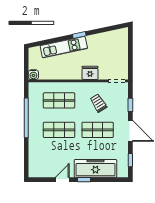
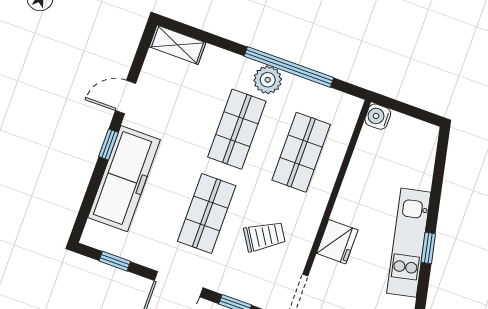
kitchen unit: (64, 47) -> (409, 243), moved
plant: (35, 125) -> (268, 80), added
shelving: (33, 166) -> (177, 45), added
door: (62, 180) -> (126, 97), swing flipped

